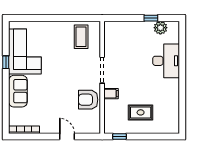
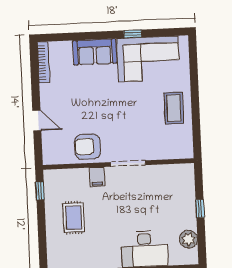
window: (151, 18) -> (200, 209), moved
coffee table: (81, 37) -> (174, 108), moved, turned 90
armchair: (88, 100) -> (88, 147), turned -90
door: (67, 137) -> (37, 120), hinge flipped

